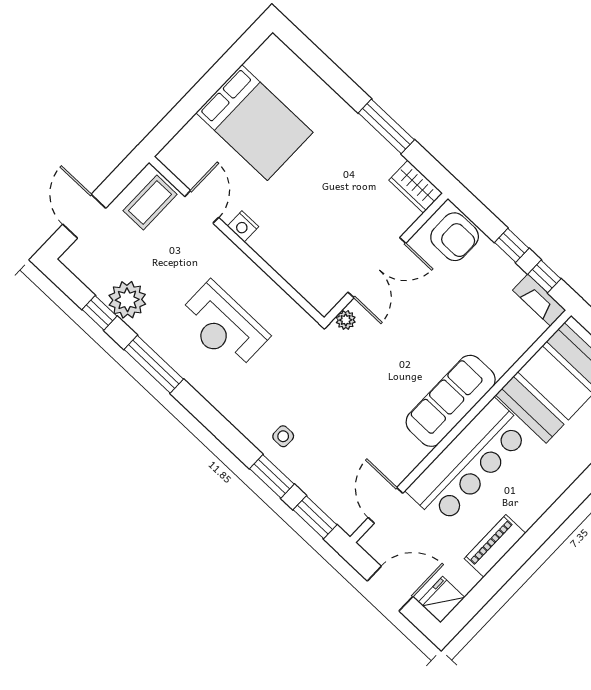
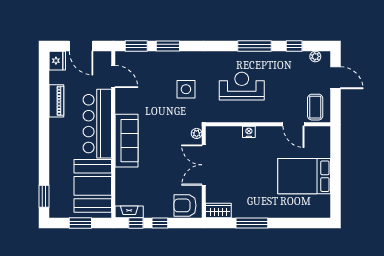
nightstand: (243, 226) -> (249, 132), moved
plant: (127, 300) -> (315, 56), moved, width x0.53, depth x0.53
side table: (283, 436) -> (186, 89), moved, width x1.87, depth x1.87
door: (390, 589) -> (81, 46), hinge flipped

